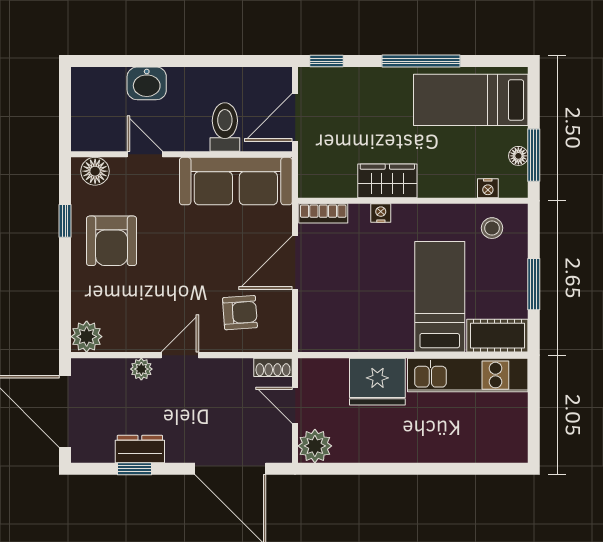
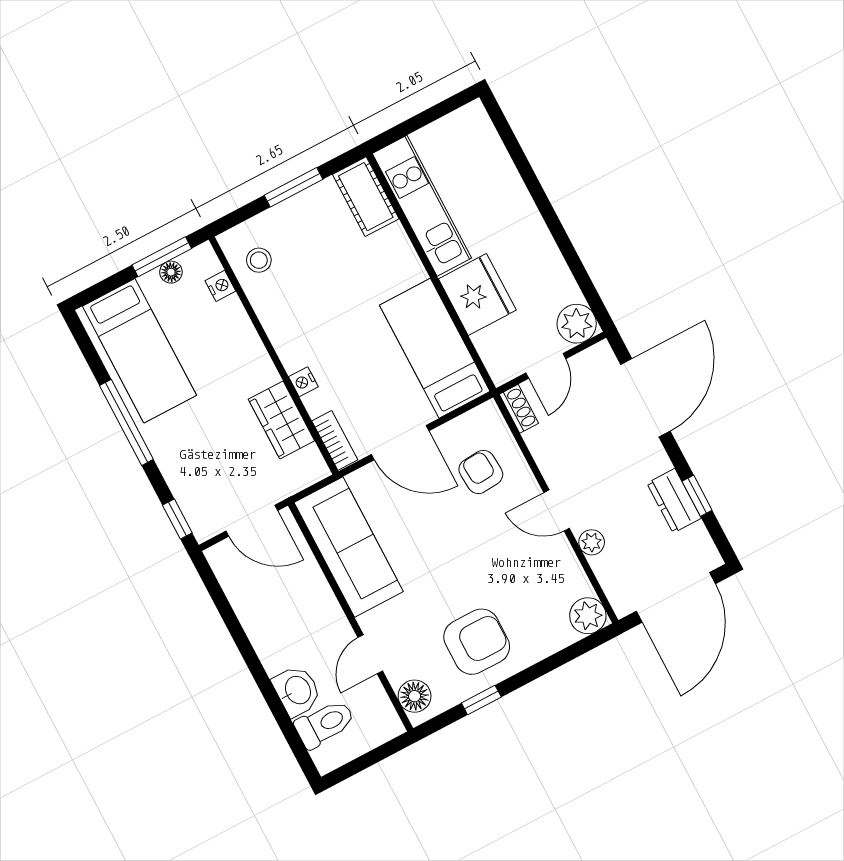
toilet: (225, 127) -> (325, 724), moved, turned 180
wardrobe: (387, 181) -> (281, 420), moved
bed: (440, 297) -> (435, 348), moved, turned 90

